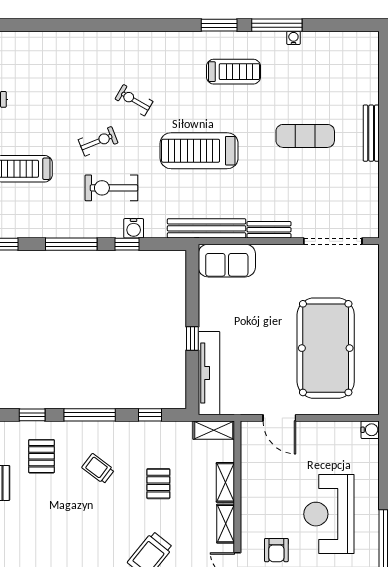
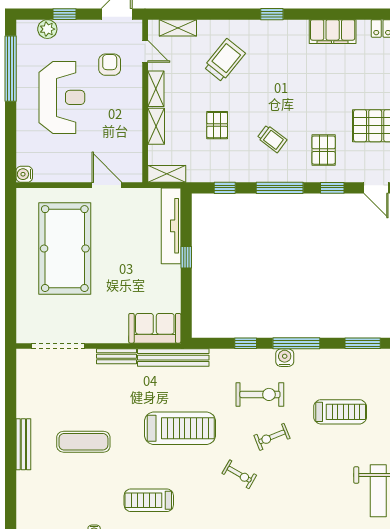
water cooler: (134, 228) -> (285, 358), moved

